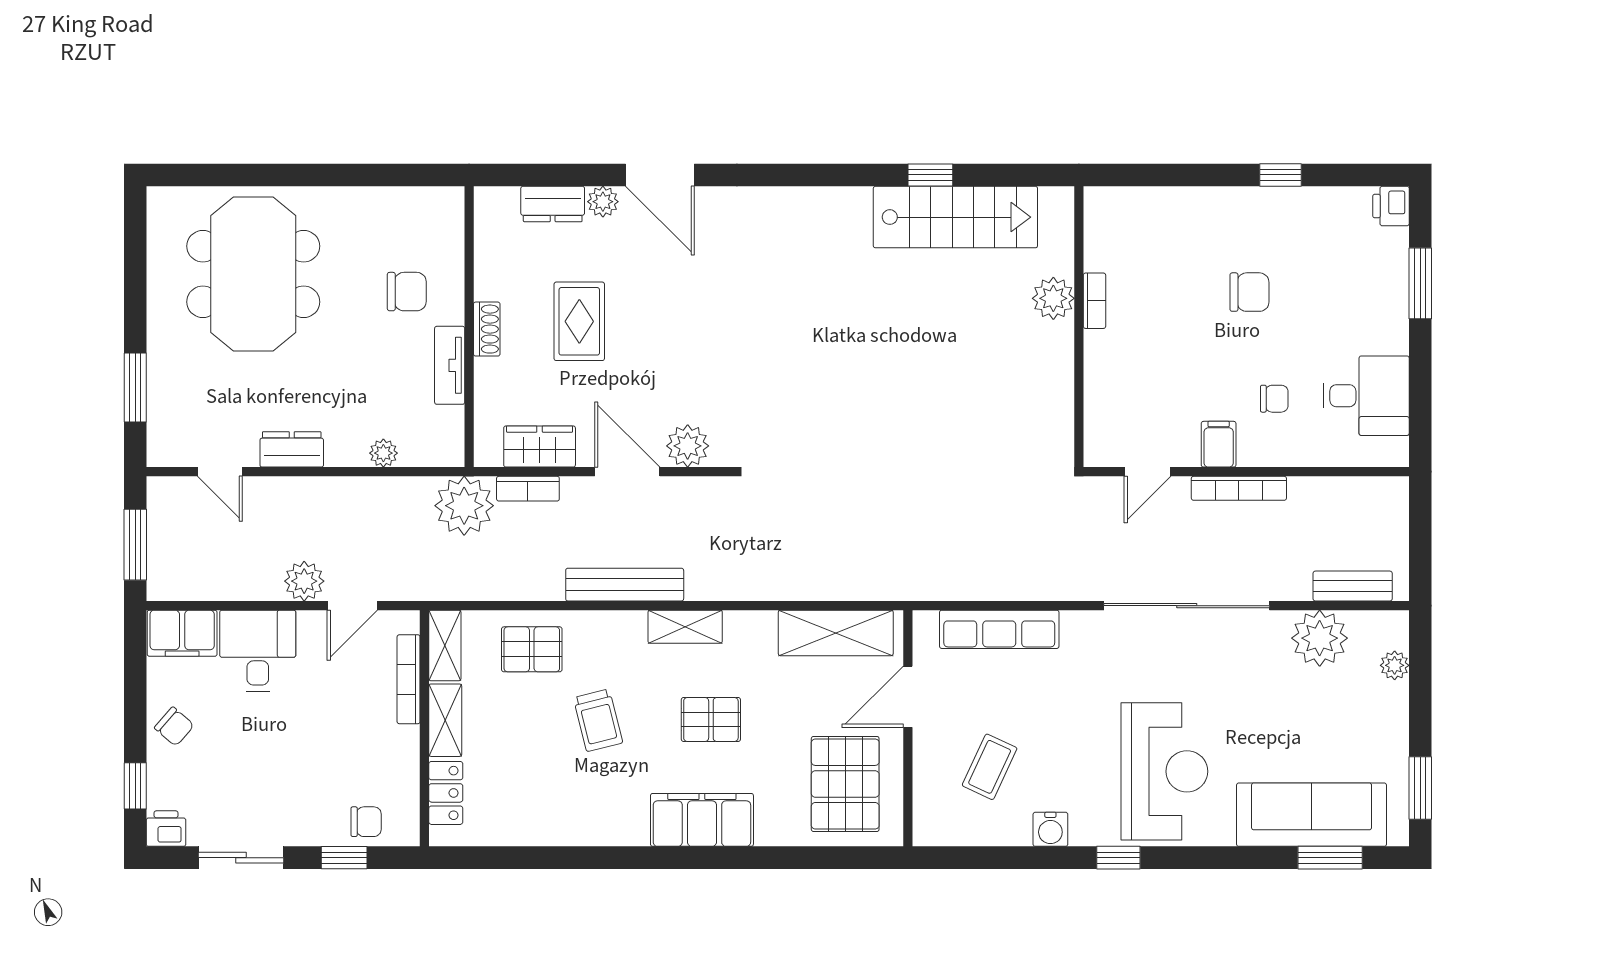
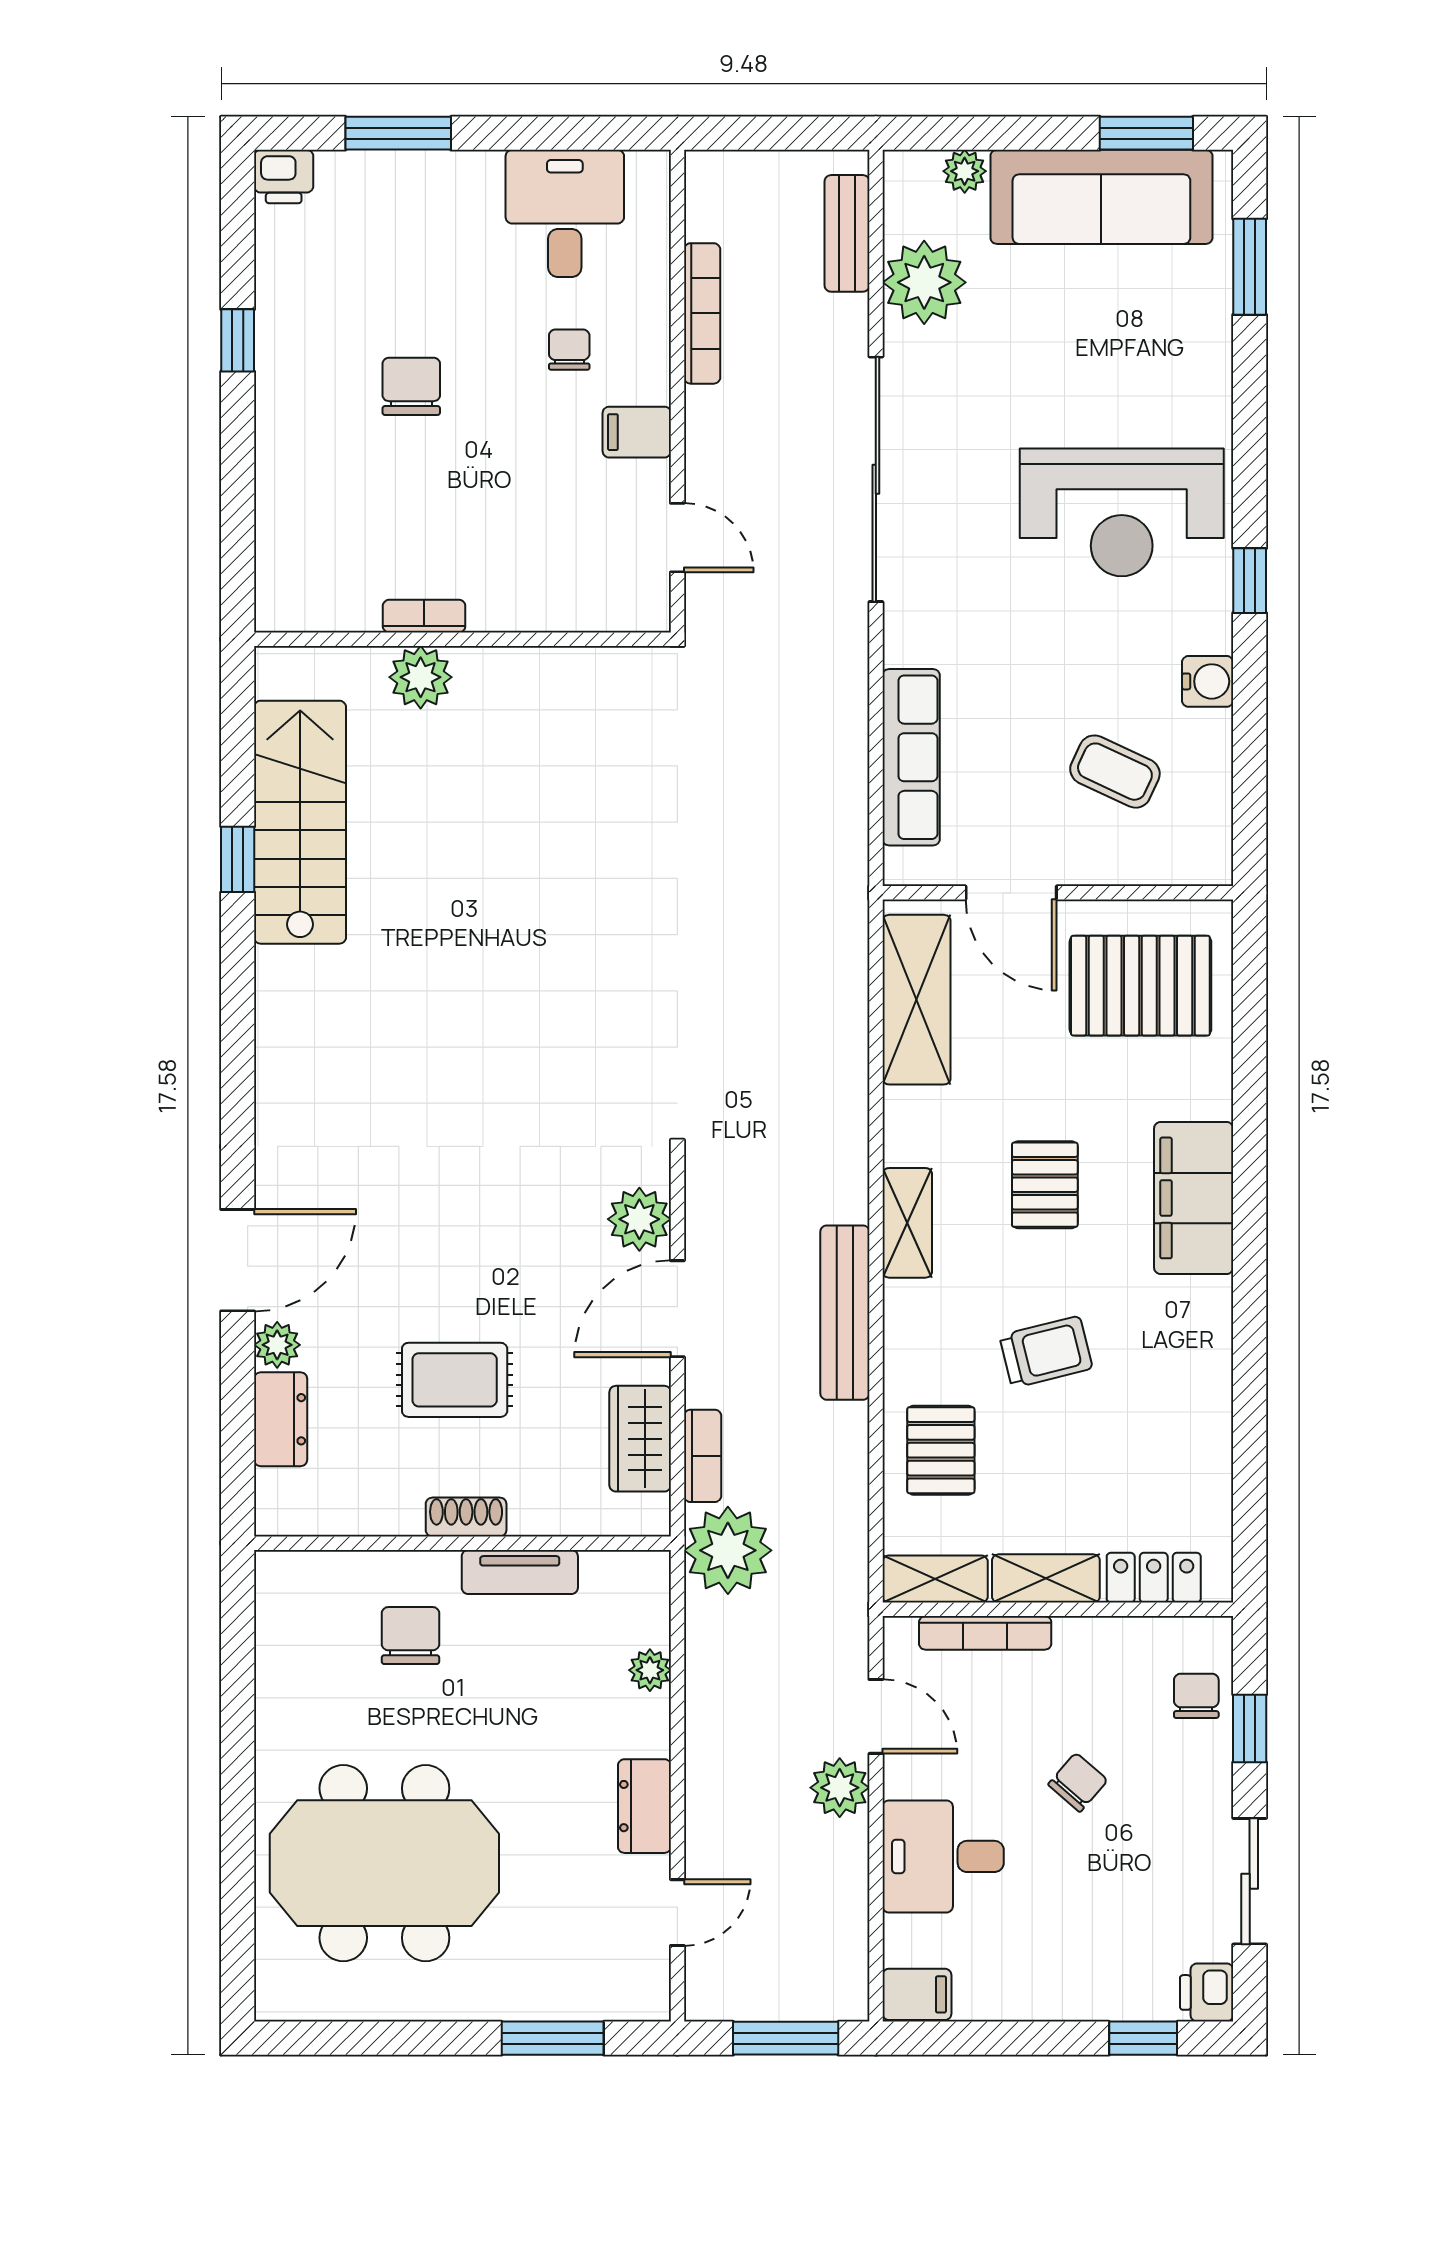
bookcase: (1239, 488) -> (702, 313), moved
filing cabinet: (182, 633) -> (917, 1994), width x0.50
chair: (174, 727) -> (1078, 1782), moved
reception desk: (1164, 771) -> (1122, 512), turned 180
sofa: (1312, 815) -> (1101, 197), moved, turned -90

